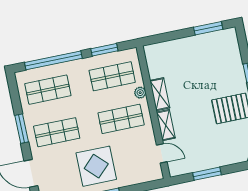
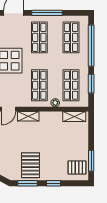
pallet: (221, 45) -> (77, 167), added
shelving: (160, 94) -> (74, 117), moved
window: (22, 129) -> (47, 13), width x1.44

